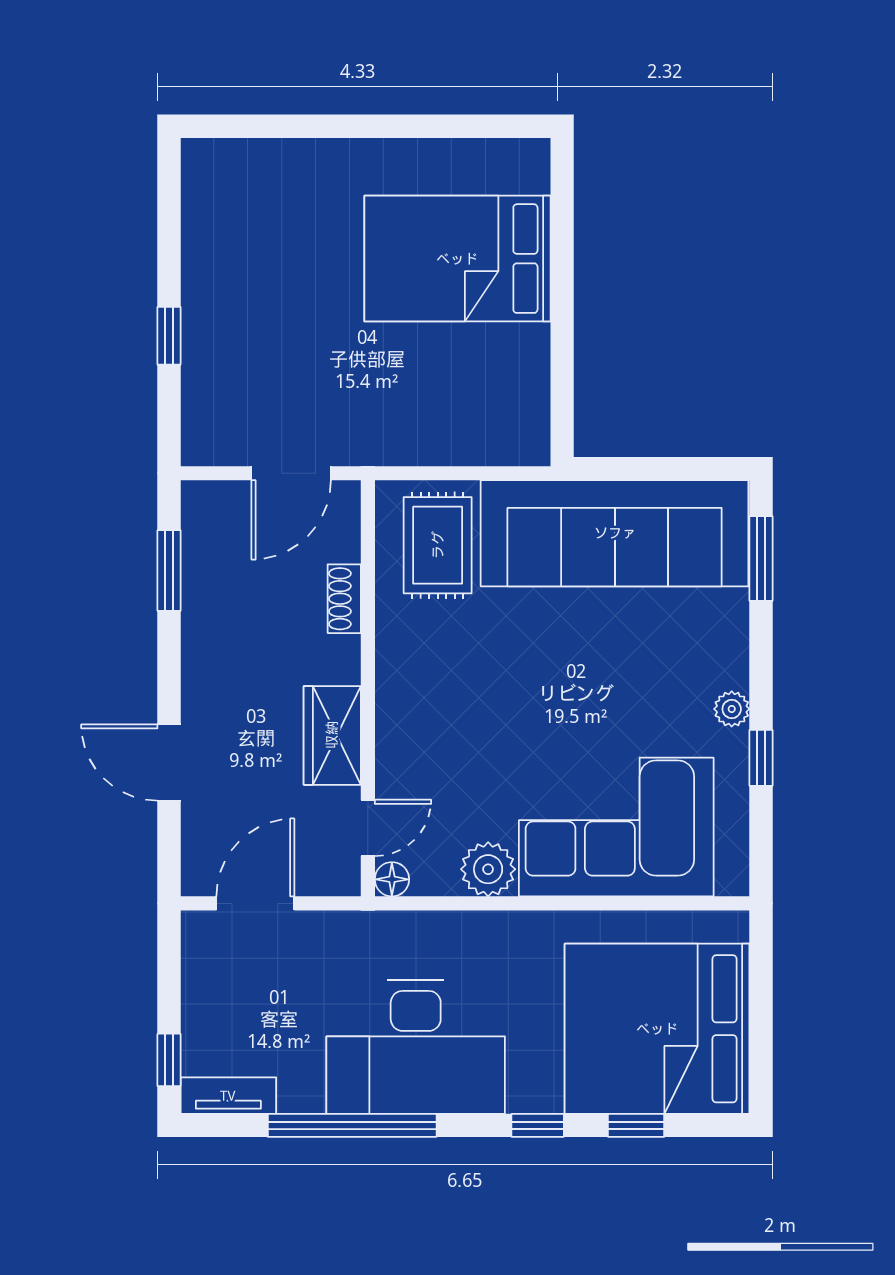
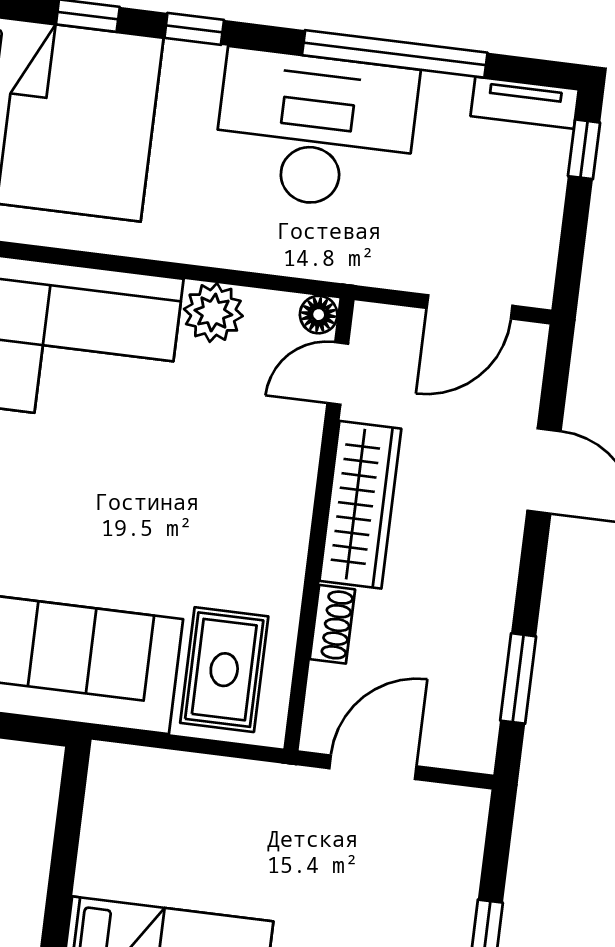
wardrobe: (332, 735) -> (360, 505), width x1.50

